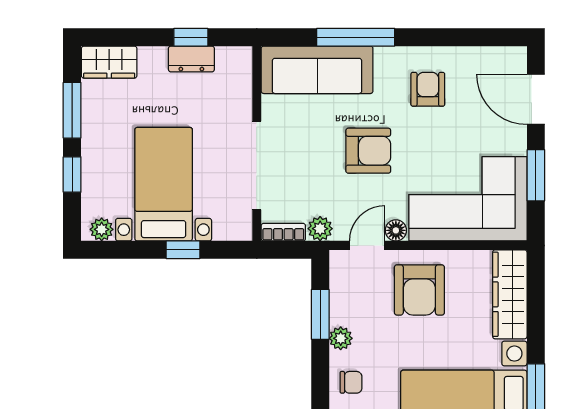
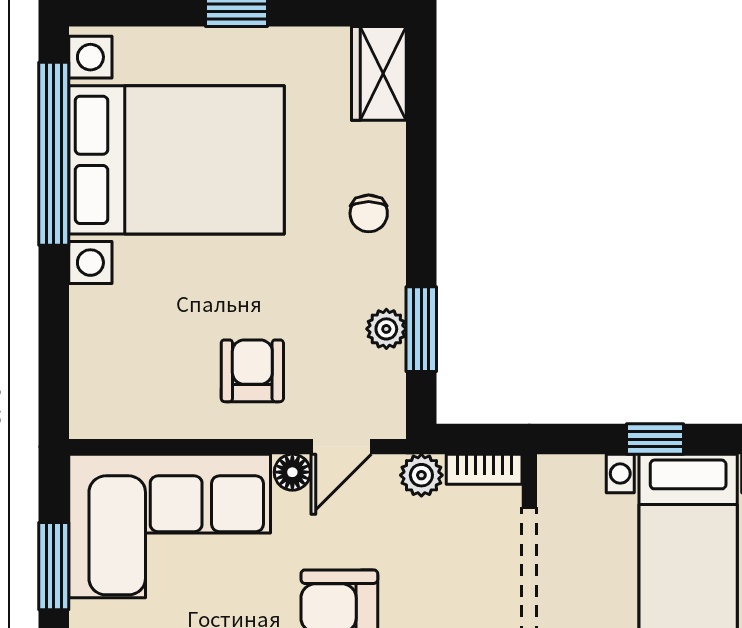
armchair: (419, 290) -> (252, 371), width x0.72, depth x0.72
wardrobe: (510, 294) -> (98, 363), removed
plant: (341, 338) -> (386, 329), moved
chair: (351, 382) -> (369, 213), turned -90

